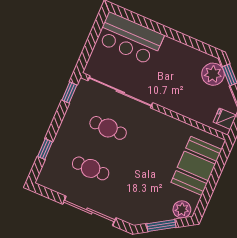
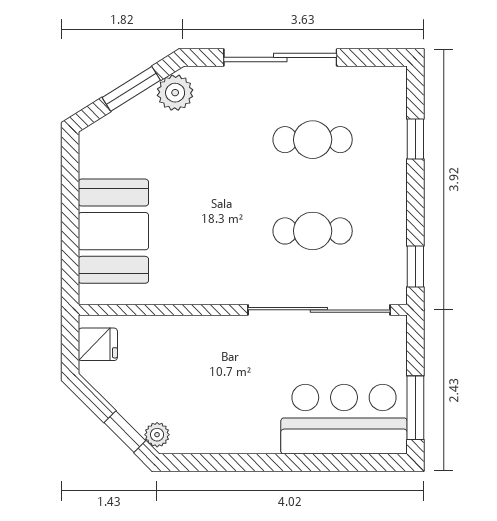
window: (96, 30) -> (415, 408), added
plant: (213, 74) -> (157, 435), width x0.53, depth x0.53
plant: (182, 209) -> (175, 93), moved

